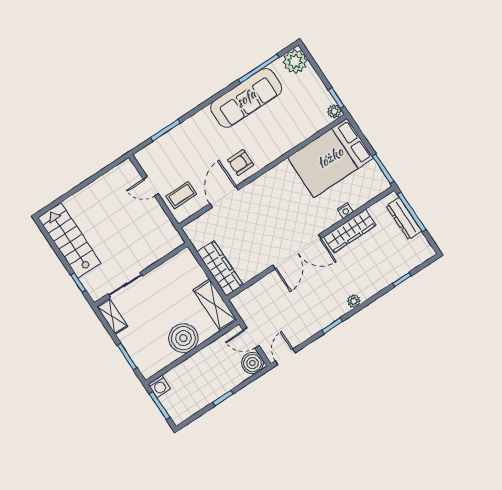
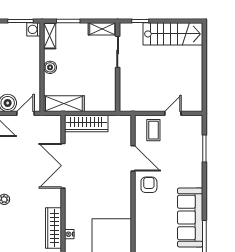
double door: (297, 252) -> (63, 166), moved
boiler: (183, 338) -> (50, 67), width x0.54, depth x0.54
shelving: (155, 366) -> (50, 36), added

